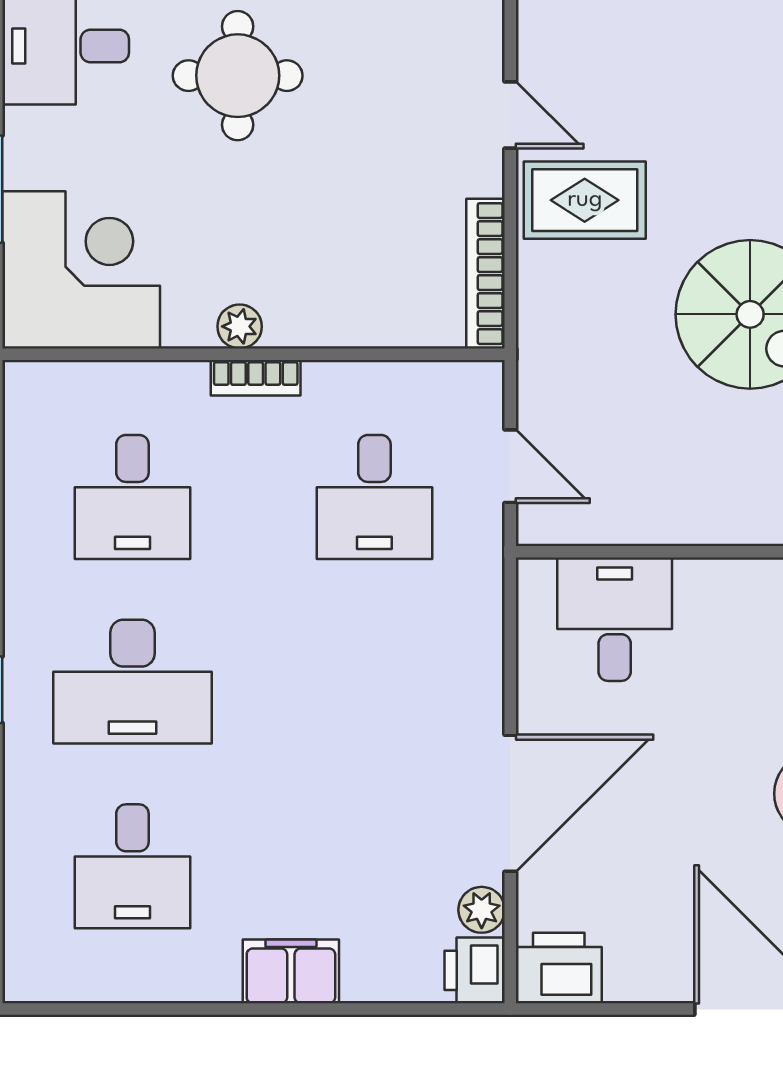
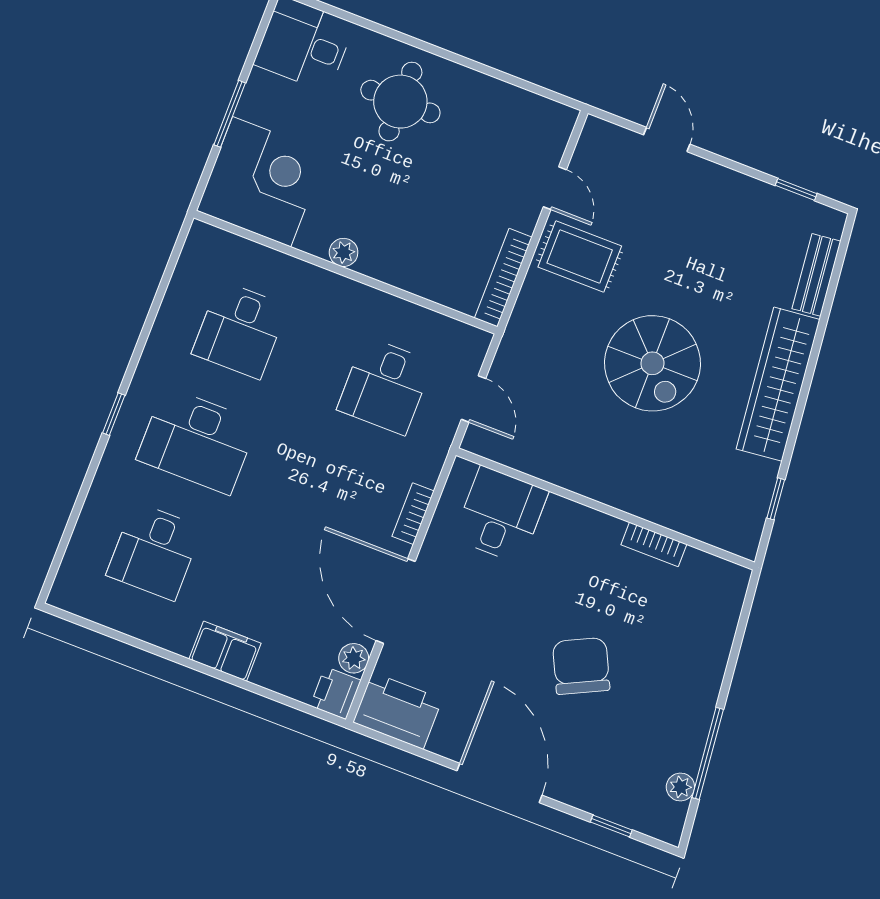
bookcase: (256, 378) -> (413, 514), moved, turned 90
door: (510, 803) -> (396, 601), swing flipped
printer: (559, 968) -> (398, 711), width x1.37, depth x1.19

